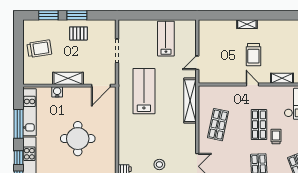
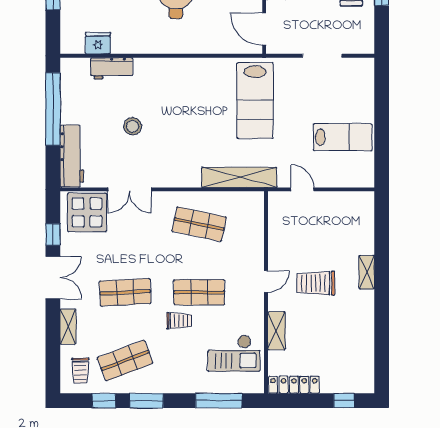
lab bench: (144, 91) -> (255, 101), turned 90

